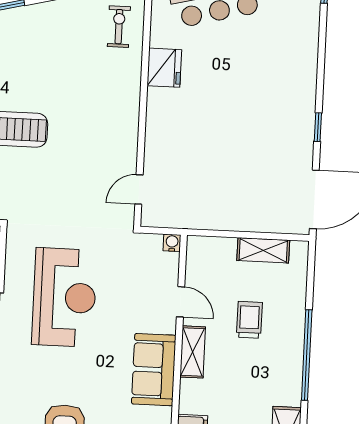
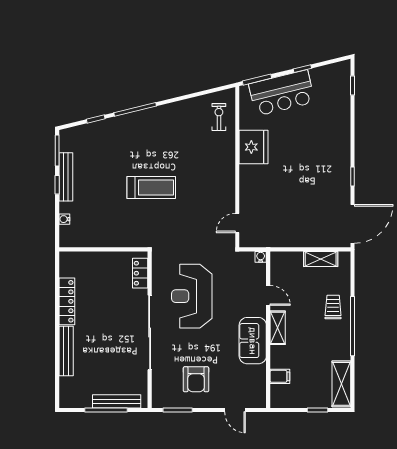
fridge: (164, 68) -> (254, 147), width x1.36, depth x1.34
reception desk: (64, 297) -> (192, 296), turned 180
trolley: (249, 320) -> (333, 307), moved

